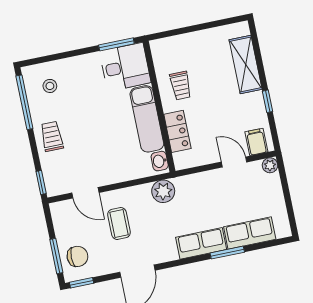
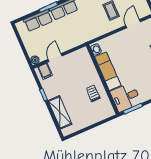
locker: (177, 131) -> (90, 68), removed
door: (234, 162) -> (55, 58), swing flipped
plant: (163, 191) -> (91, 33), removed
door: (85, 193) -> (133, 24), hinge flipped

